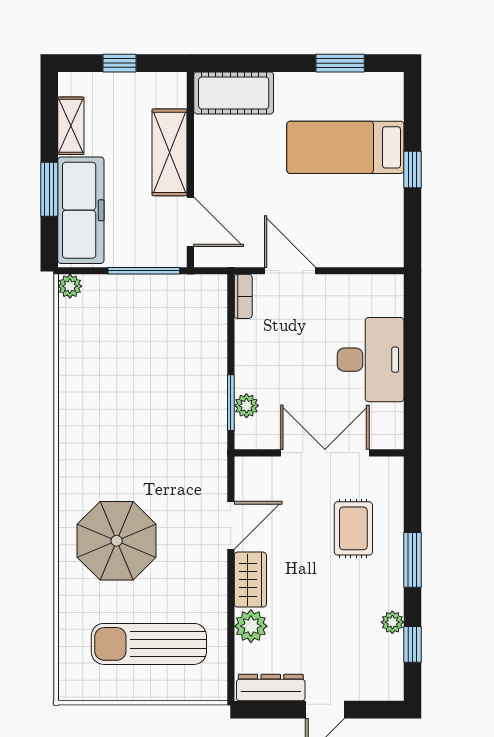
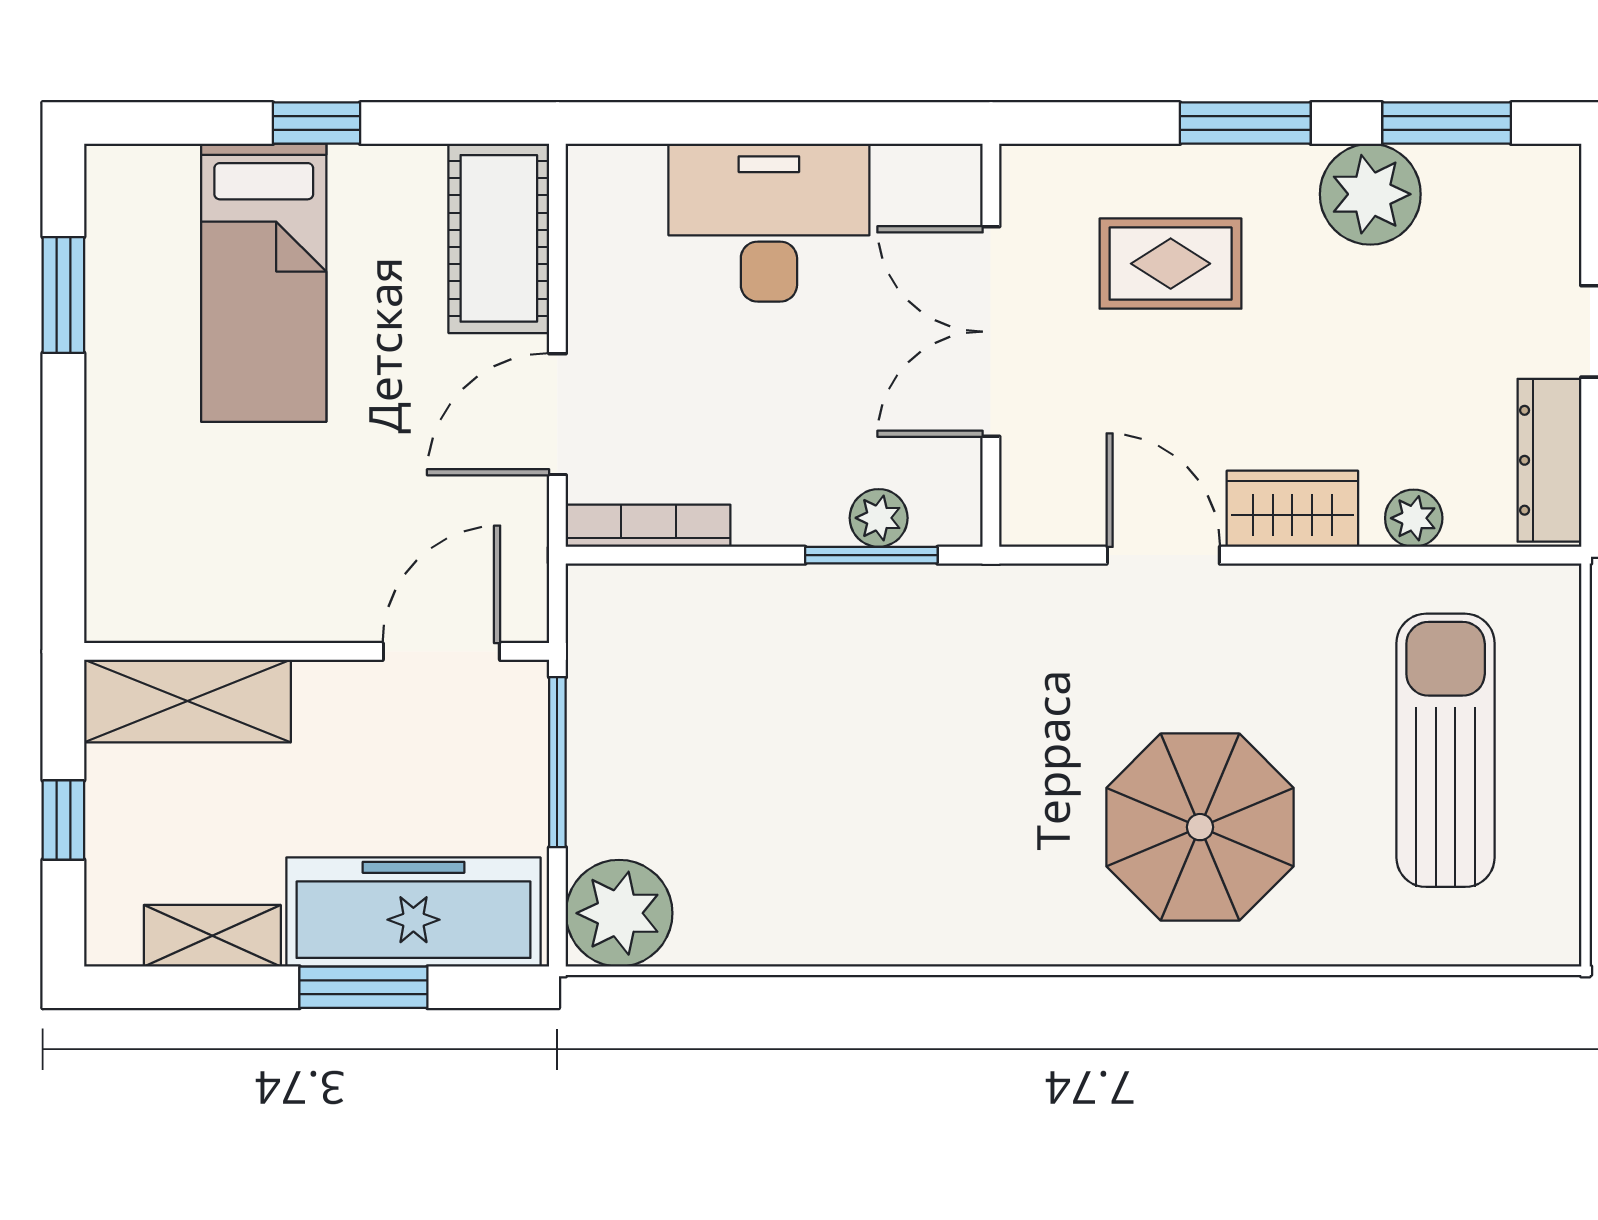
cot: (234, 93) -> (499, 238), moved
shelving: (170, 152) -> (187, 701), moved
plant: (70, 286) -> (619, 913), width x1.88, depth x1.88
bookcase: (243, 296) -> (648, 526), width x1.56
plant: (392, 622) -> (1370, 194), width x1.88, depth x1.88
plant: (251, 626) -> (1414, 518), width x0.73, depth x0.73
sun lounger: (149, 644) -> (1446, 750), turned 180
window: (412, 644) -> (1447, 123), width x1.50

